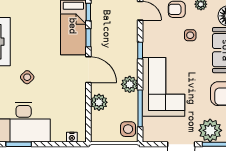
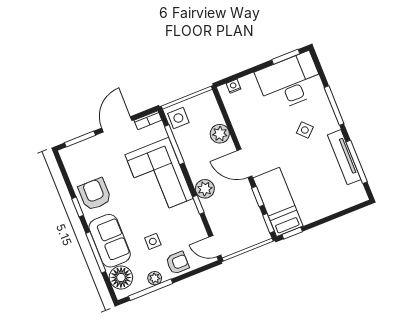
plant: (130, 84) -> (205, 189), moved
plant: (210, 130) -> (92, 151), removed
bookcase: (154, 137) -> (148, 120), added

